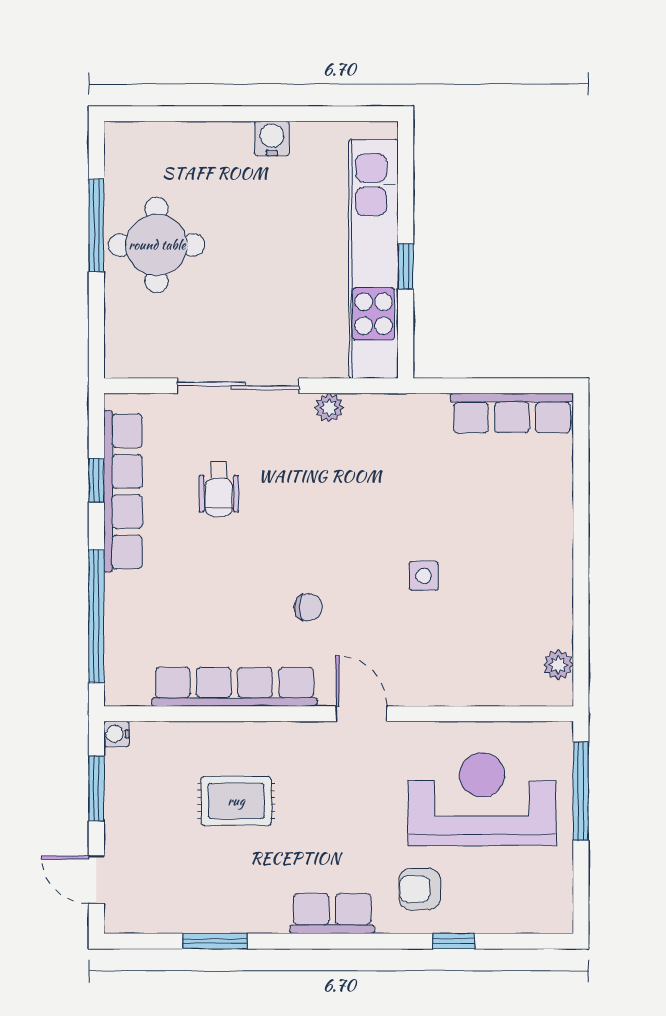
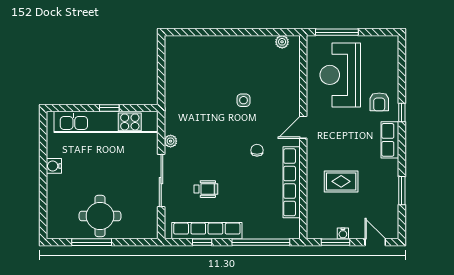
row of seats: (512, 413) -> (173, 62), removed
water cooler: (116, 734) -> (343, 233), moved
rug: (236, 801) -> (341, 181), turned 90
door: (96, 880) -> (375, 242), swing flipped
window: (454, 941) -> (402, 113), moved

